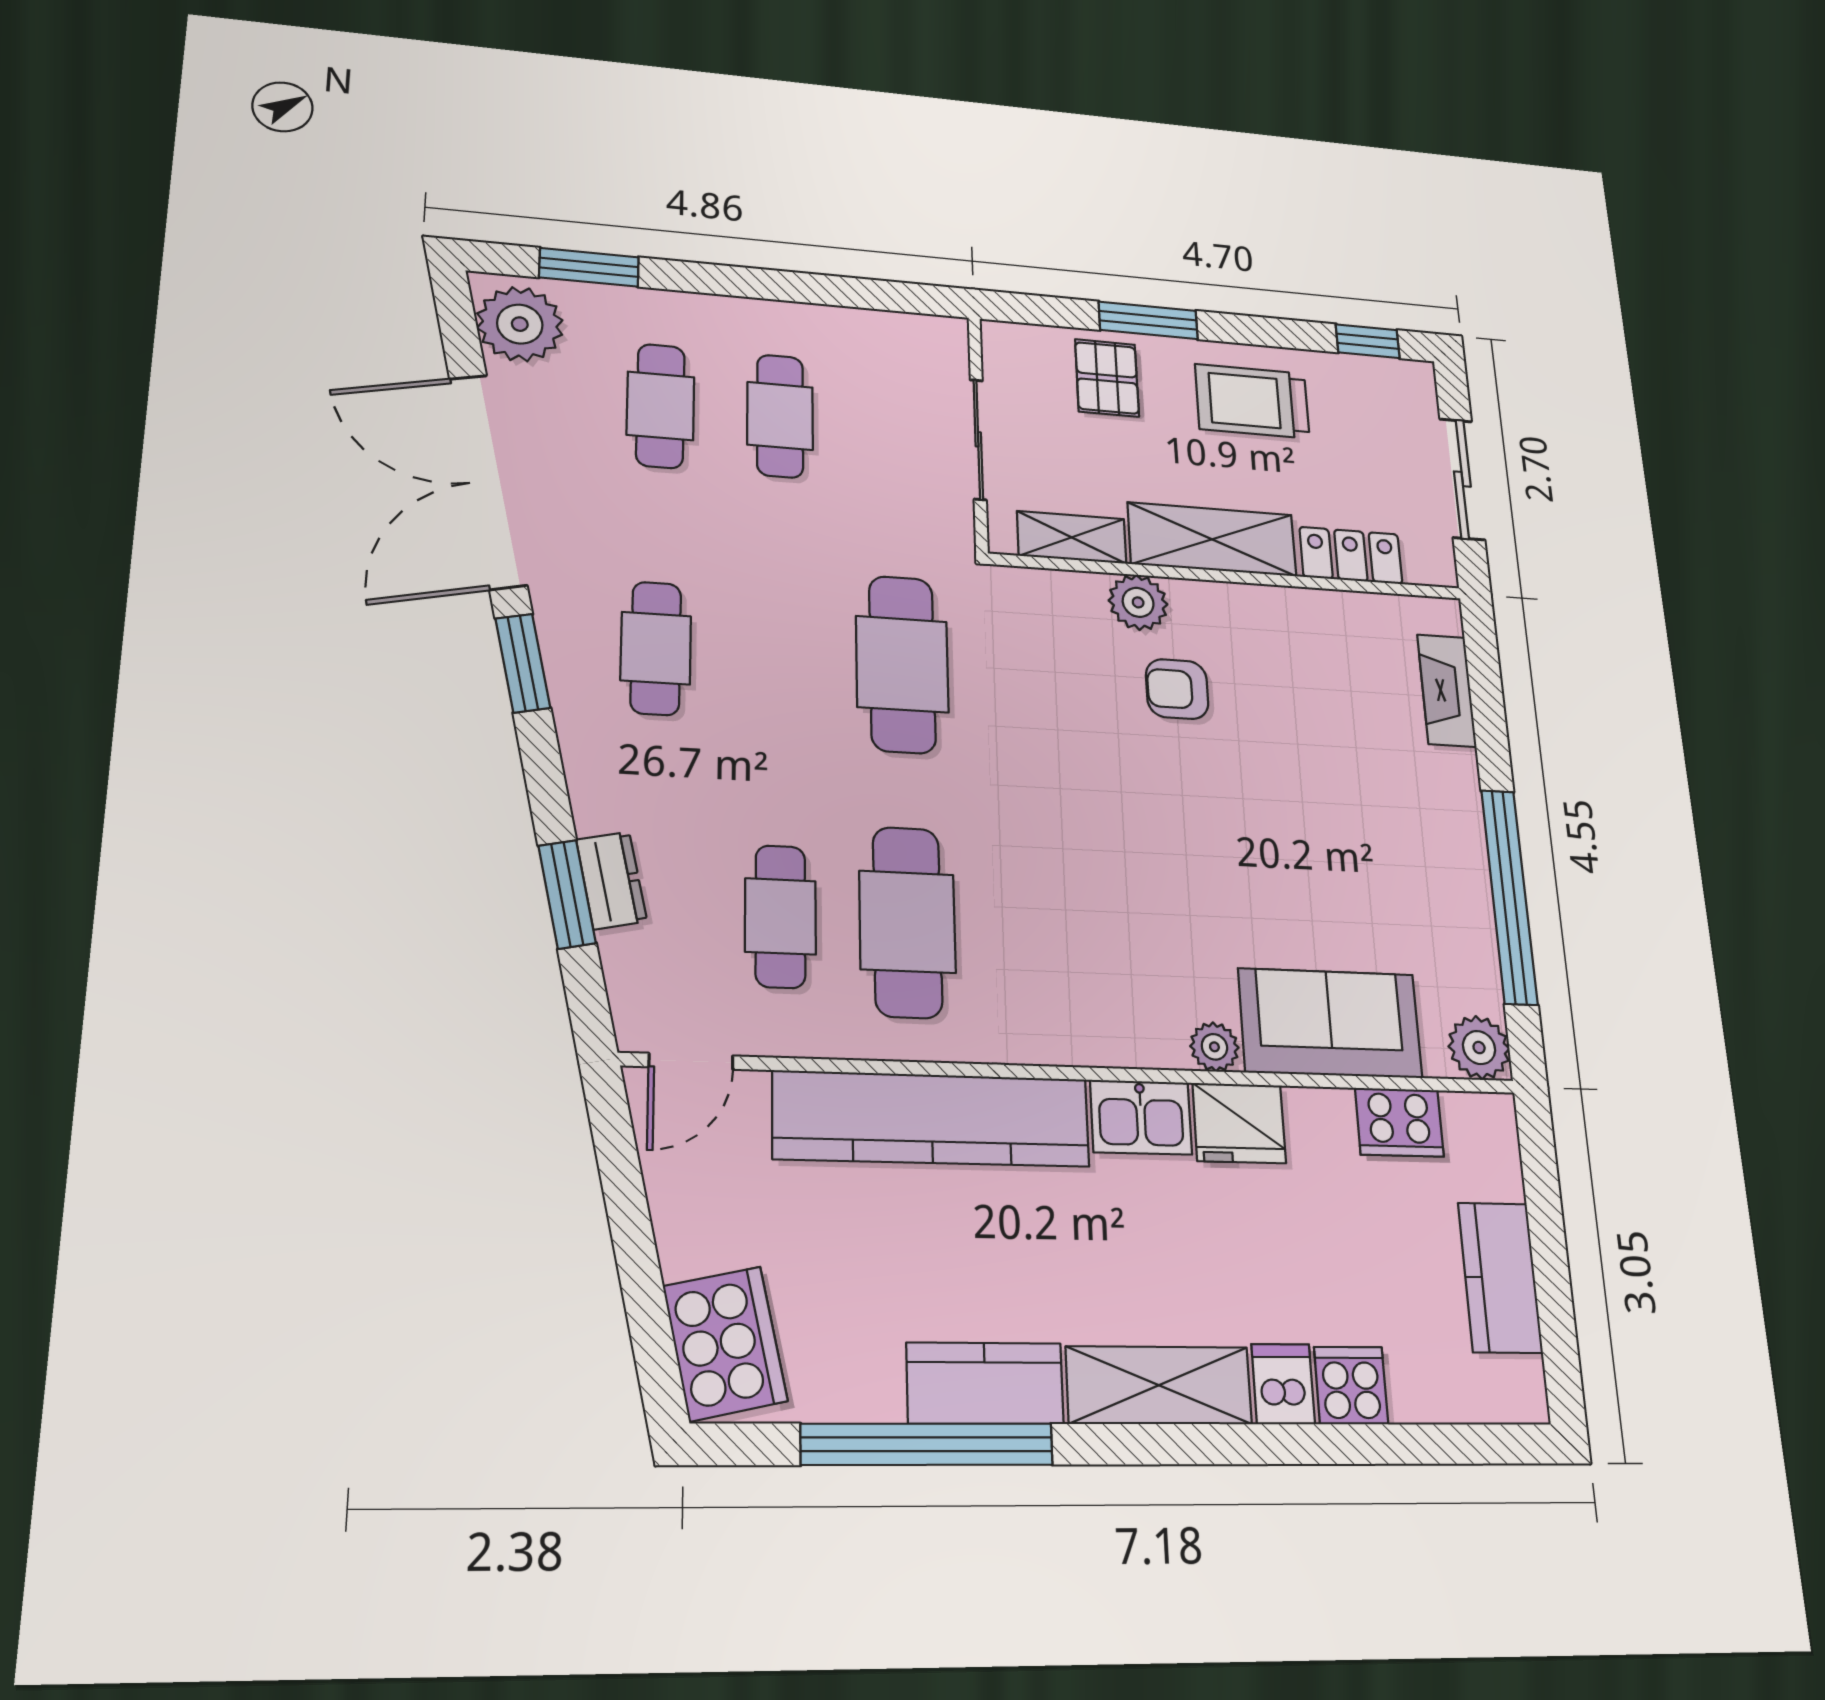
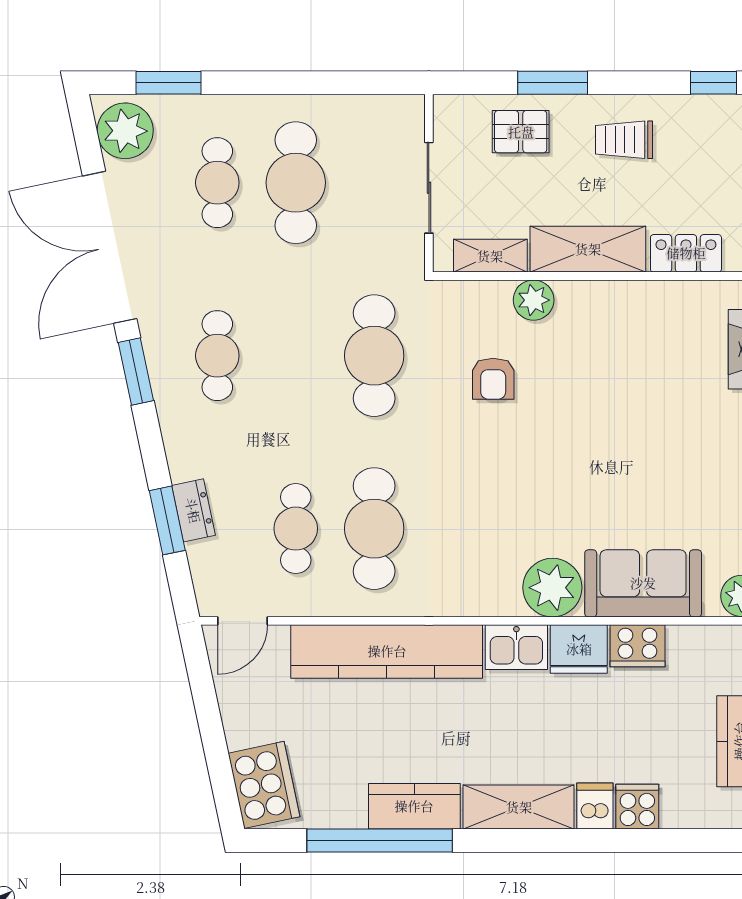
pallet: (1107, 378) -> (521, 132), turned 90
trolley: (1252, 401) -> (624, 140), width x0.73, depth x0.72
cafe table: (780, 416) -> (296, 183), width x1.37, depth x1.35
armchair: (1177, 689) -> (493, 379), moved, turned -90
plant: (1214, 1047) -> (552, 588), width x1.88, depth x1.88
cooker: (1399, 1122) -> (637, 646), moved

